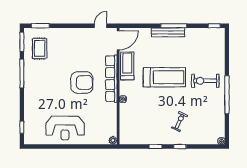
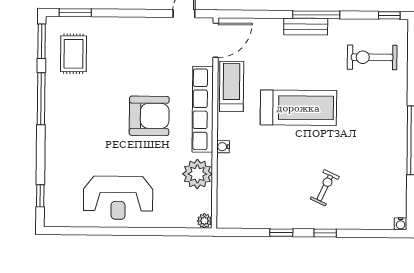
bench: (168, 32) -> (306, 27), width x0.73
exercise bike: (205, 81) -> (372, 57), moved
plant: (109, 114) -> (197, 174), added

